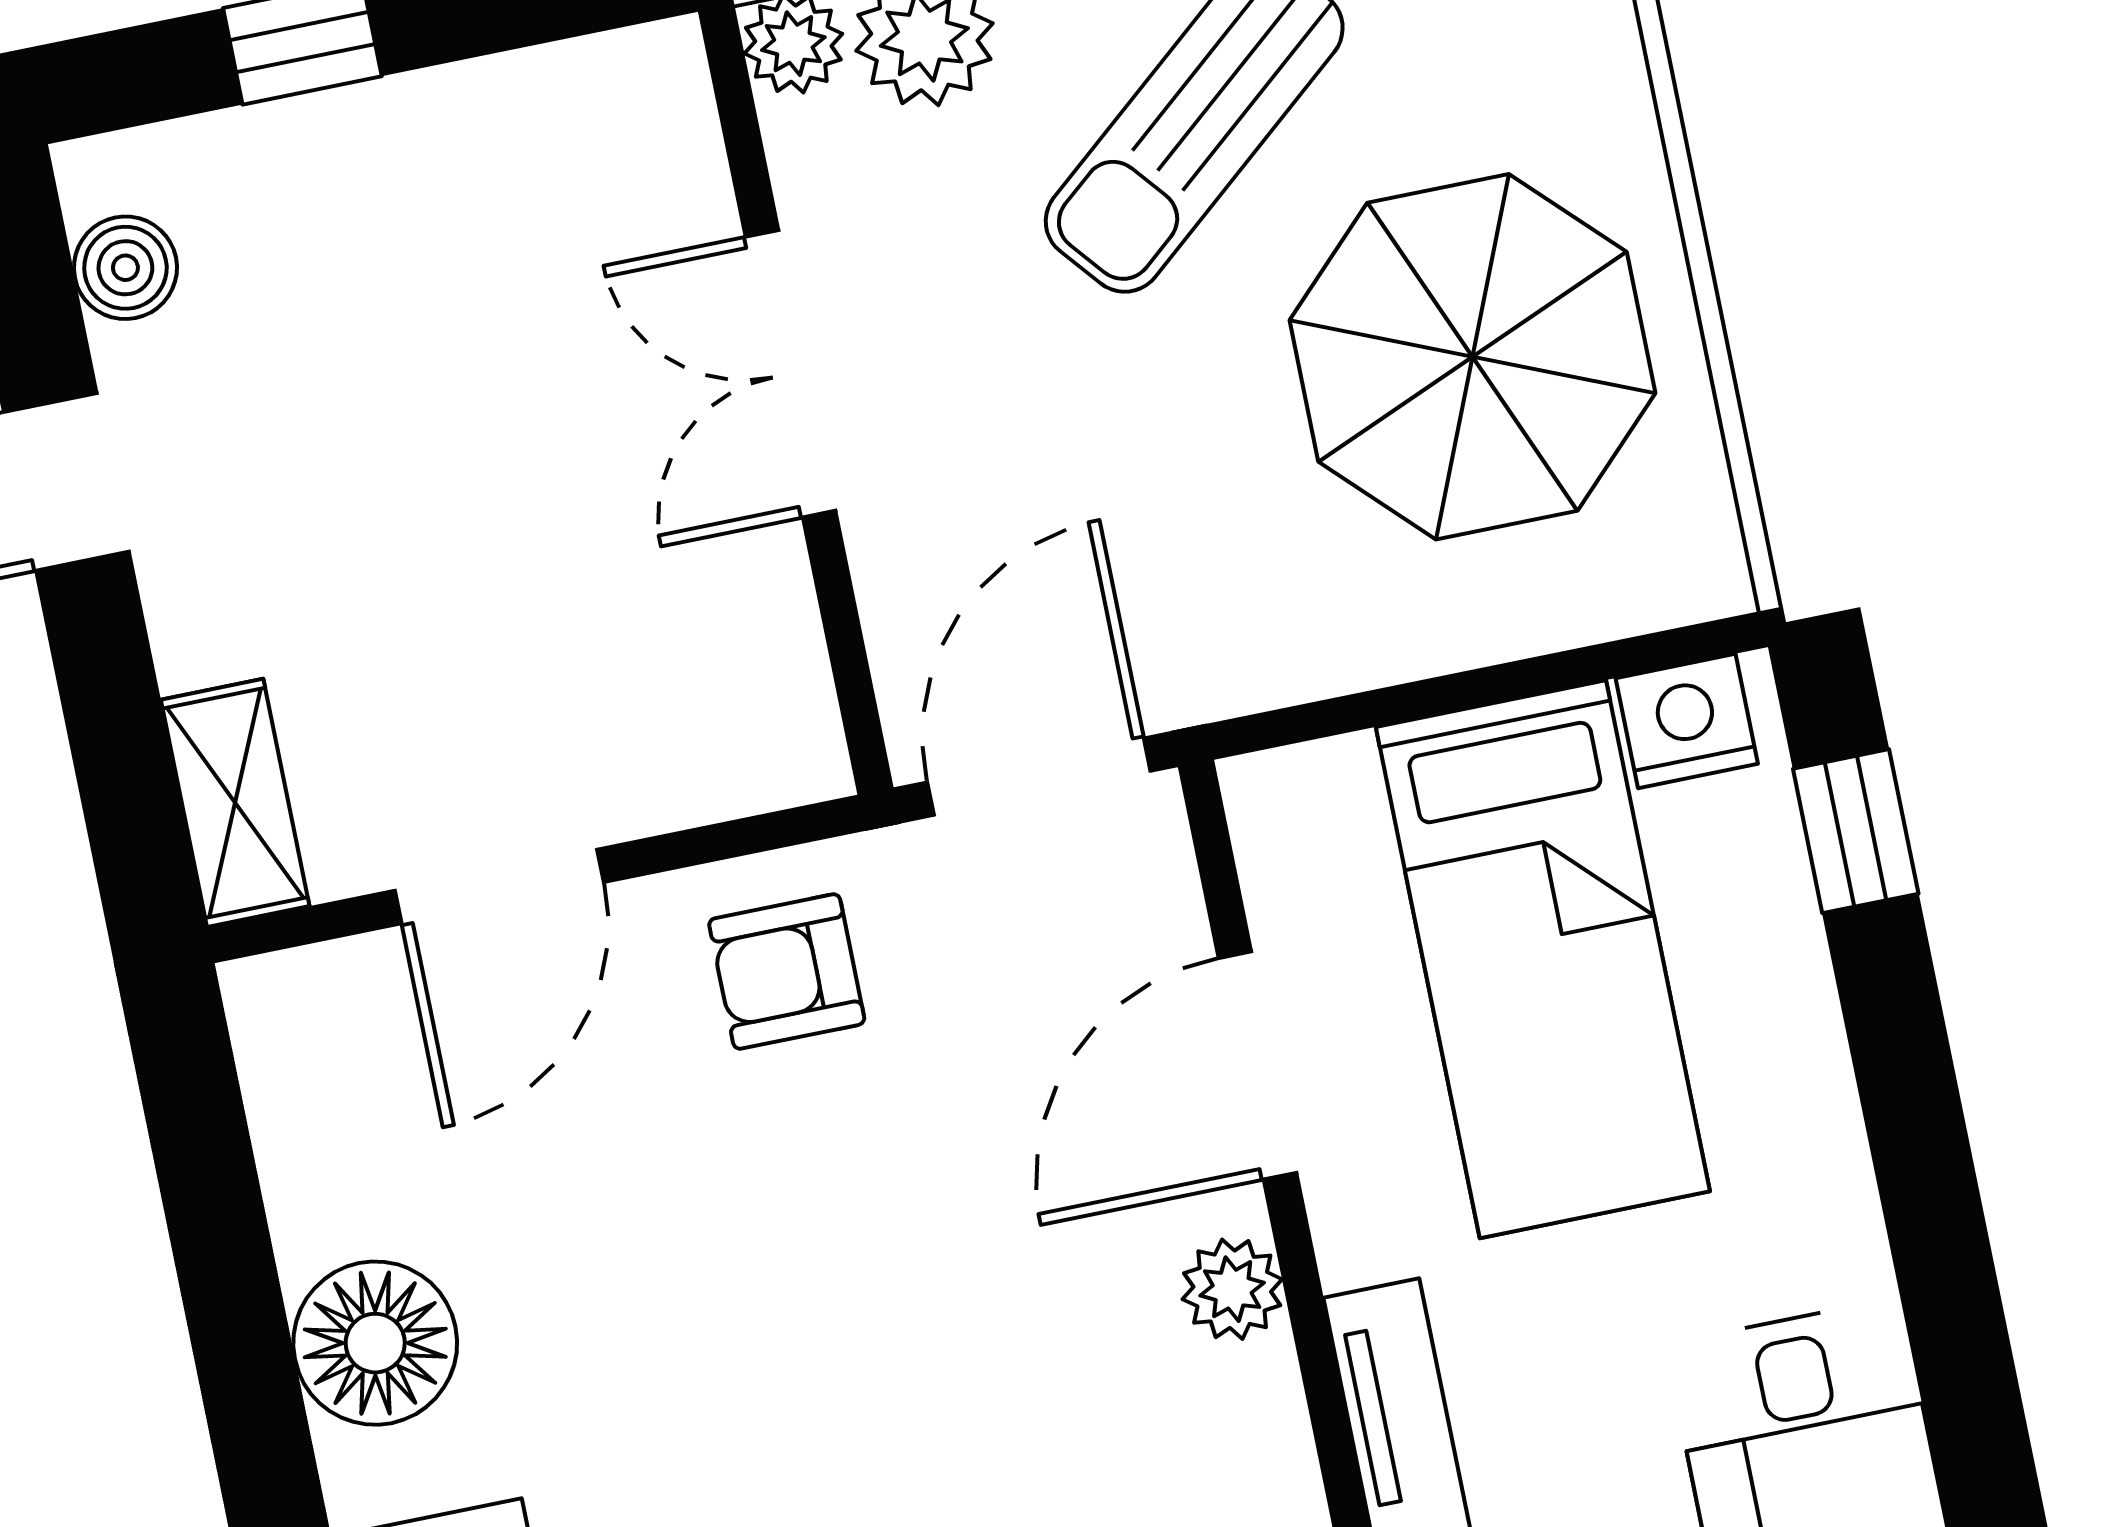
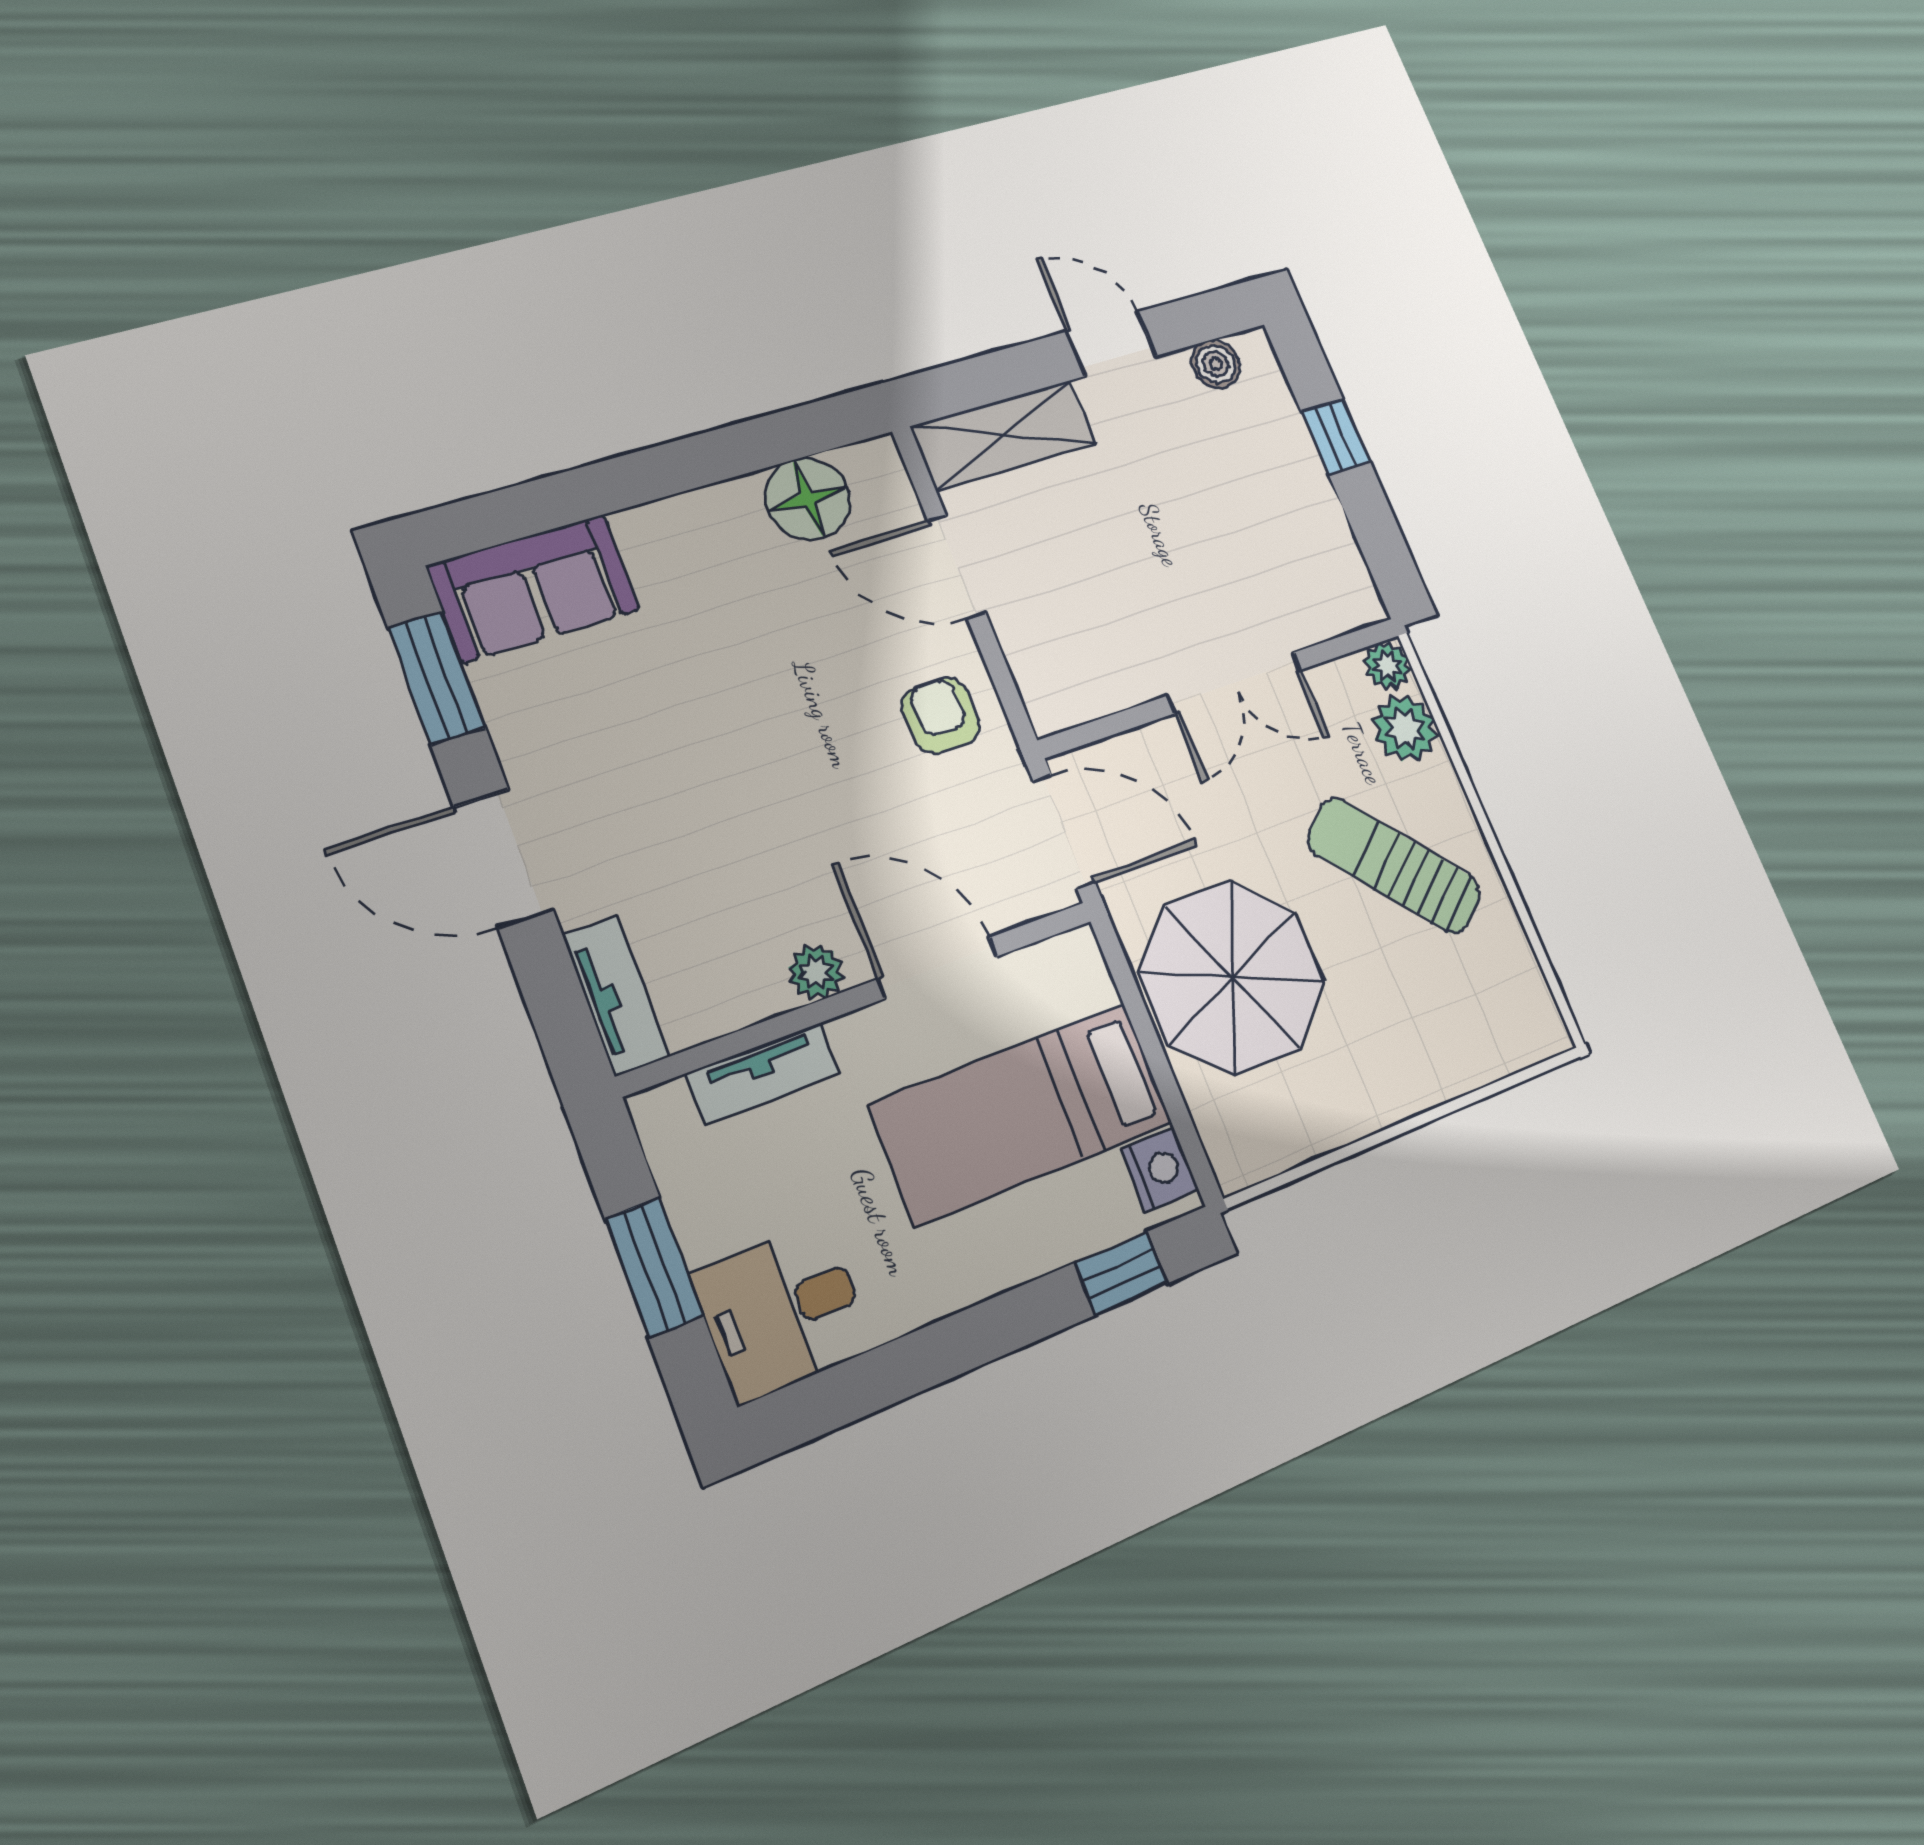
parasol: (1472, 357) -> (1232, 977), moved
double door: (791, 374) -> (1235, 683), swing flipped
shelving: (235, 803) -> (1003, 435), width x1.50, depth x1.33
floor lamp: (375, 1343) -> (808, 499), moved

